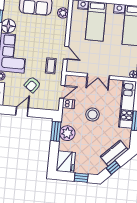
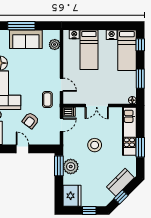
dishwasher: (68, 104) -> (69, 112), moved
door: (22, 111) -> (22, 149), hinge flipped

